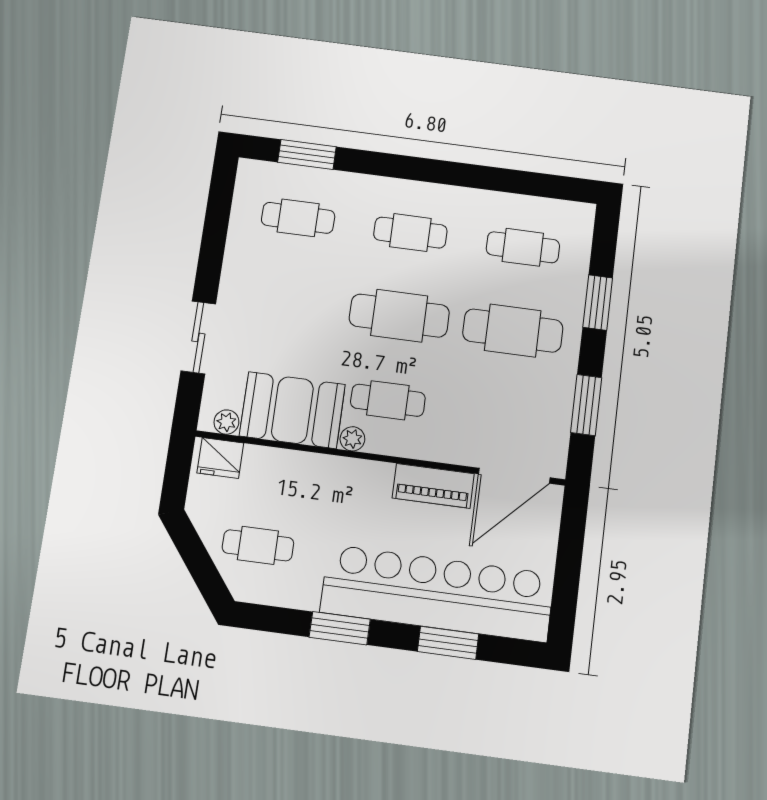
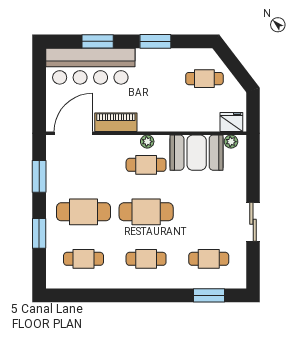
sliding door: (198, 337) -> (253, 222), moved
plant: (352, 439) -> (147, 142), moved
bar counter: (437, 593) -> (90, 66), width x0.73

